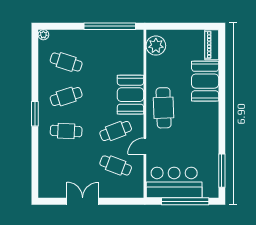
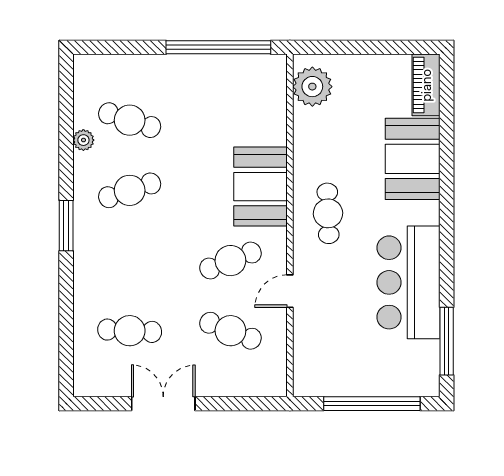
plant: (43, 35) -> (83, 140), moved
cafe table: (164, 108) -> (328, 213), width x0.73, depth x0.74
cafe table: (66, 131) -> (130, 331), moved
bar counter: (174, 183) -> (409, 282), moved, turned -90

